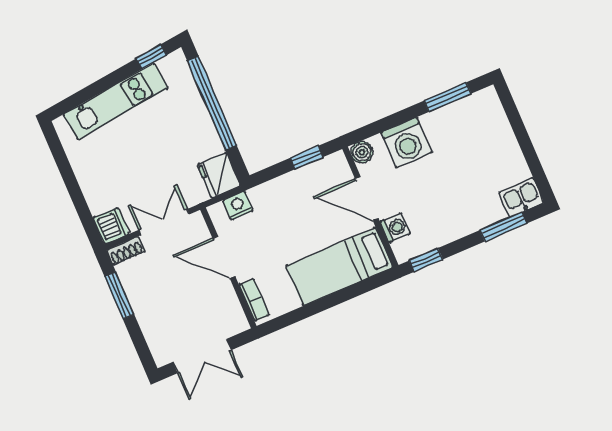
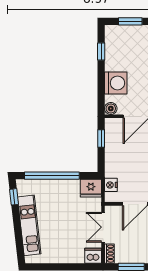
window: (448, 97) -> (101, 52), width x0.67
window: (517, 123) -> (130, 21), added

